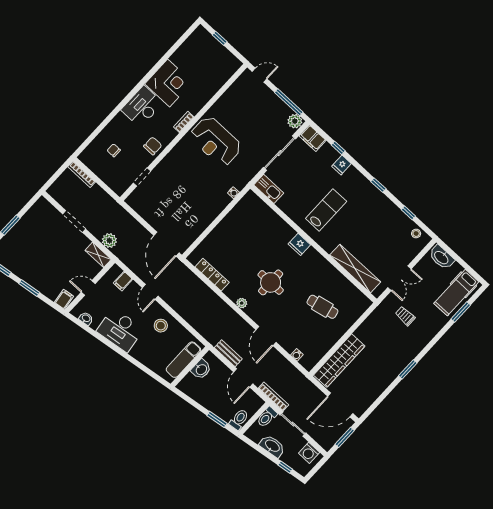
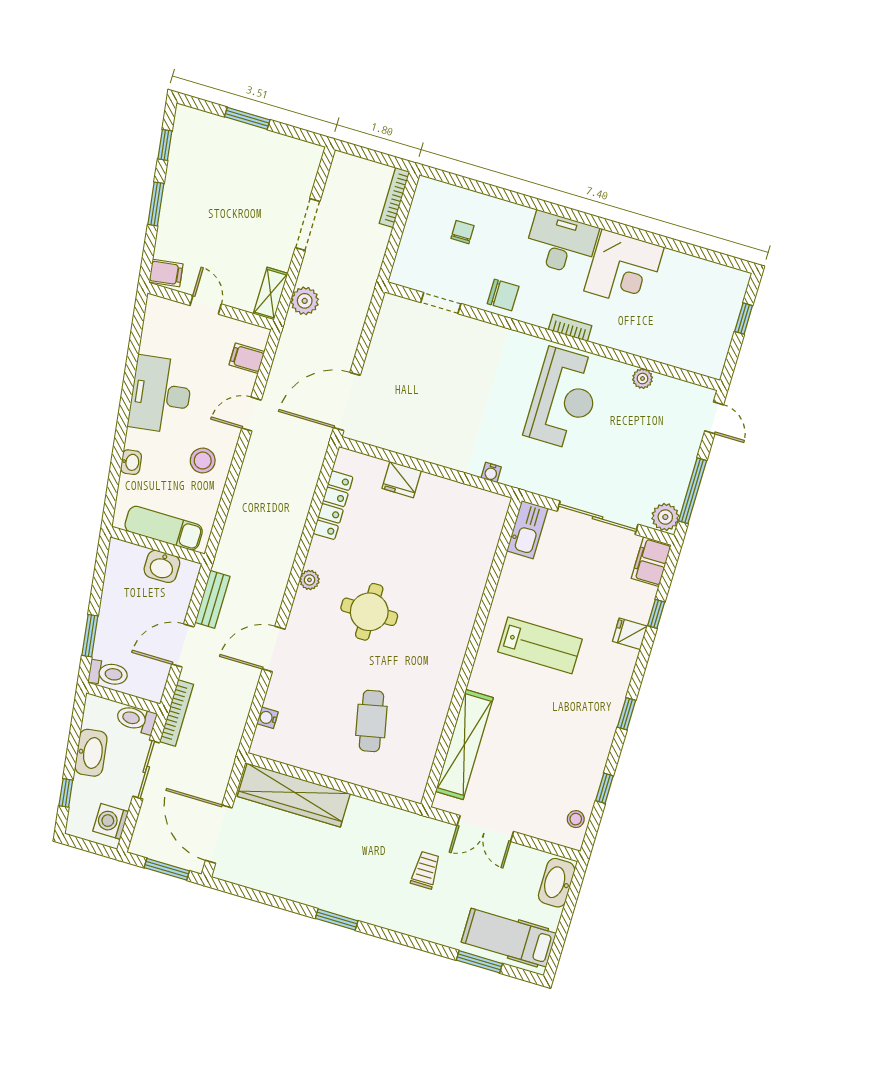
plant: (224, 100) -> (643, 379), added
reception desk: (216, 141) -> (564, 399), turned 180
fridge: (299, 244) -> (402, 480), moved, turned -90
washbasin: (86, 318) -> (131, 462), moved

